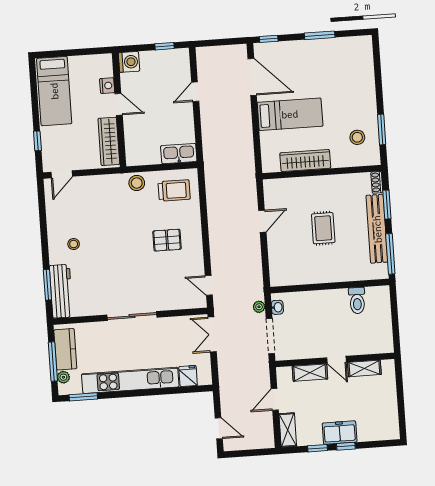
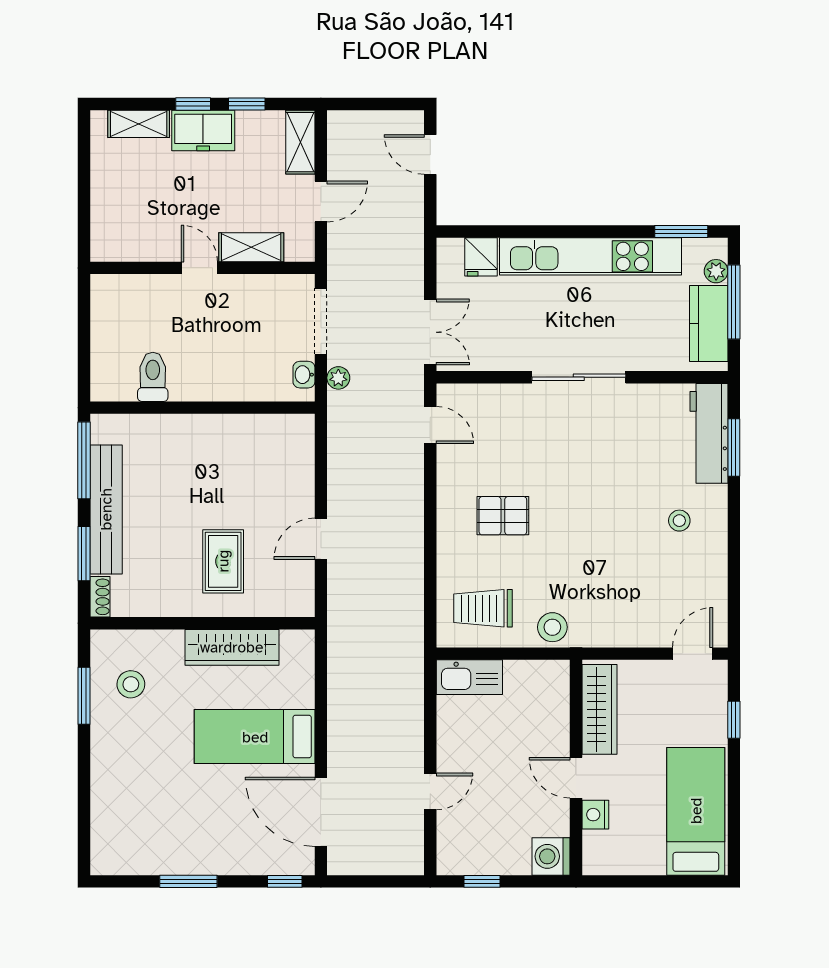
rug: (323, 228) -> (223, 561), moved
shelving: (364, 368) -> (139, 124), moved

